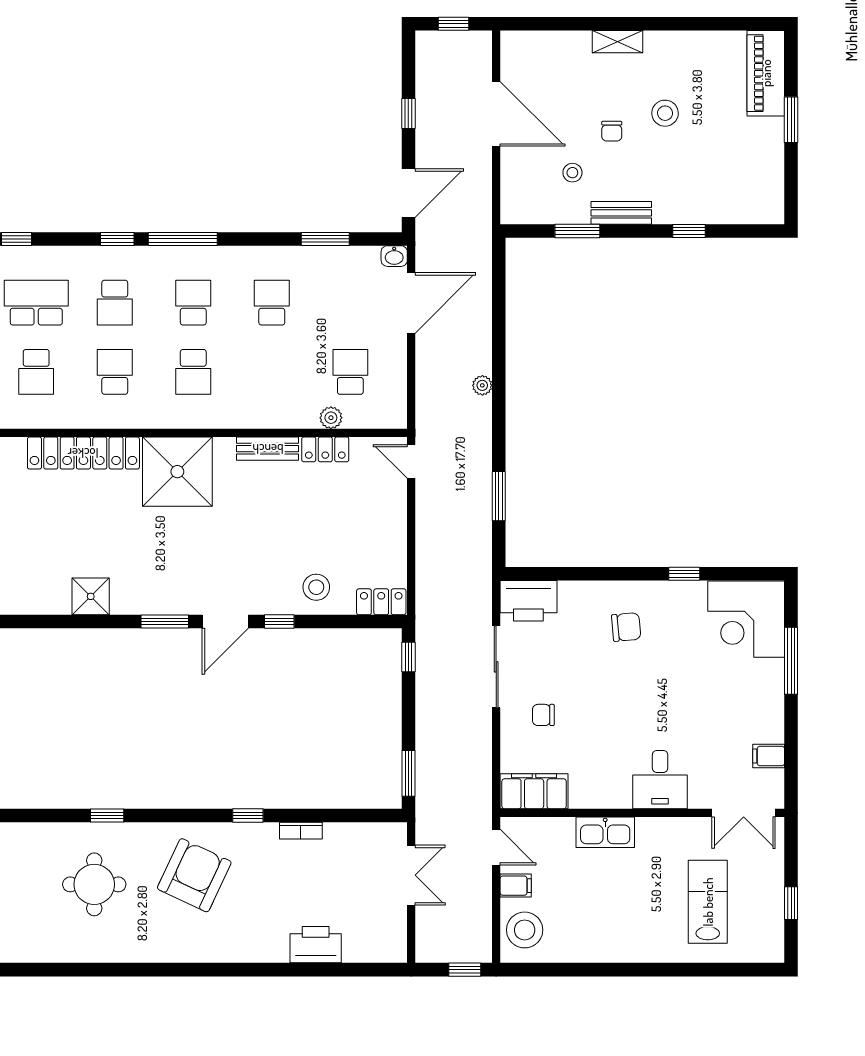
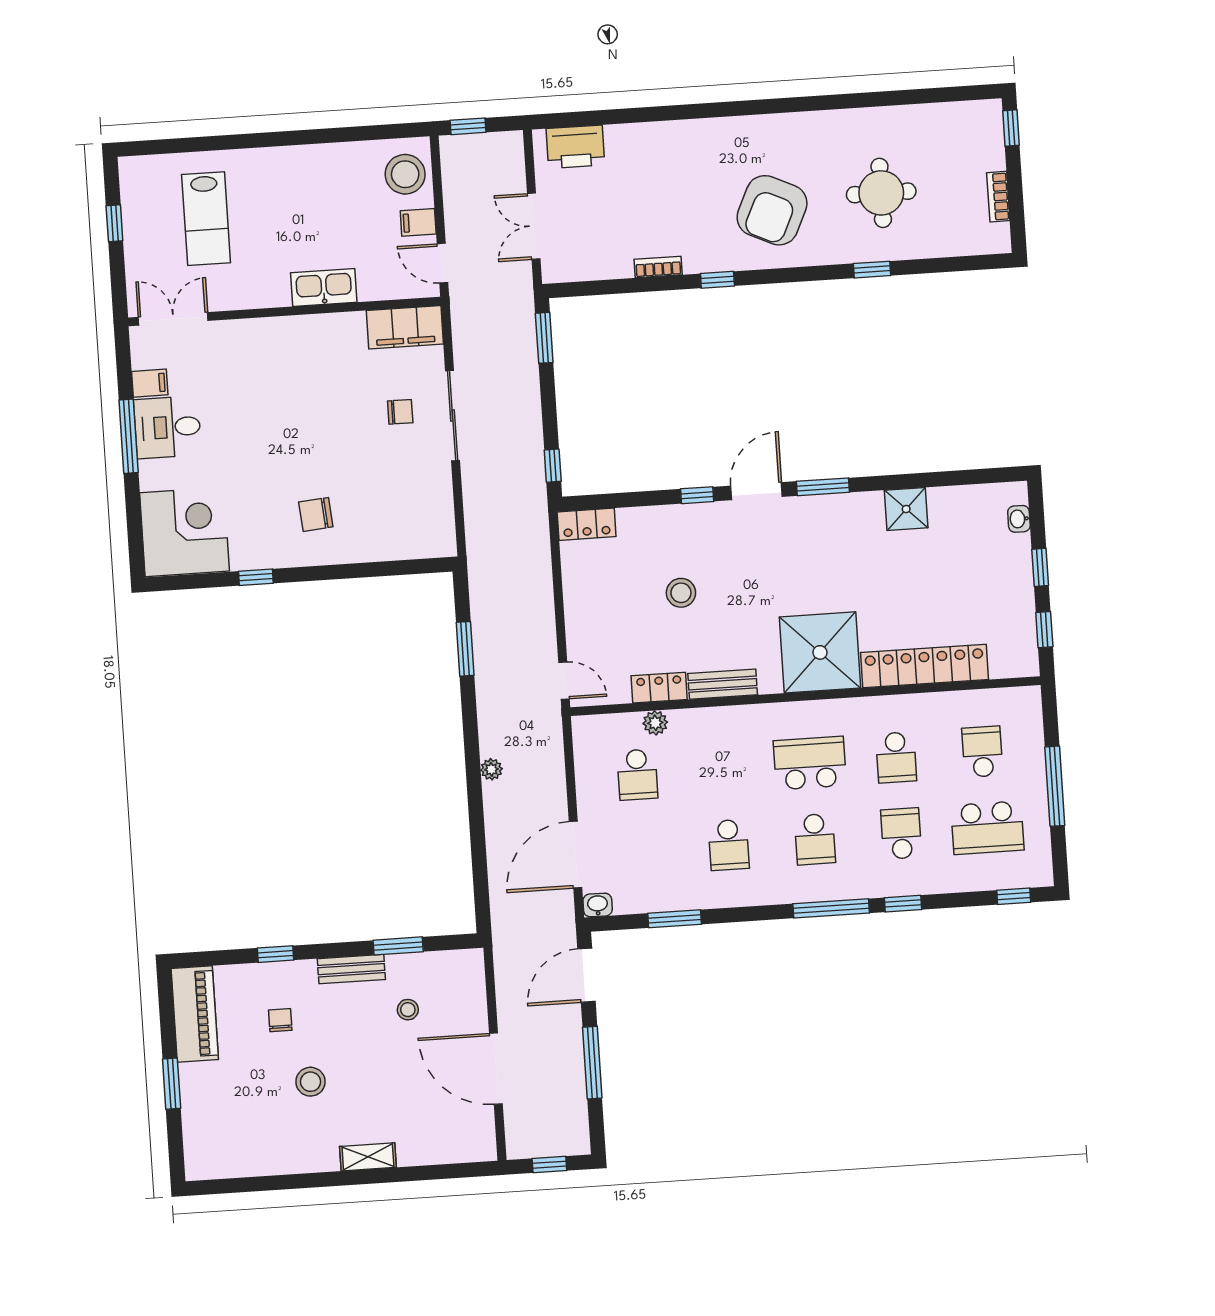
piano: (766, 73) -> (195, 1014), moved
window: (408, 114) -> (592, 1063), width x2.17
chair: (612, 131) -> (280, 1020), moved
school desk: (193, 372) -> (810, 763), width x1.85
stool: (316, 587) -> (681, 593), moved
printer: (528, 601) -> (425, 536), removed
window: (791, 661) -> (129, 436), moved
sliding door: (496, 667) -> (453, 415), moved
desk: (660, 780) -> (168, 427), moved, turned -90
printer: (316, 945) -> (575, 147), moved

